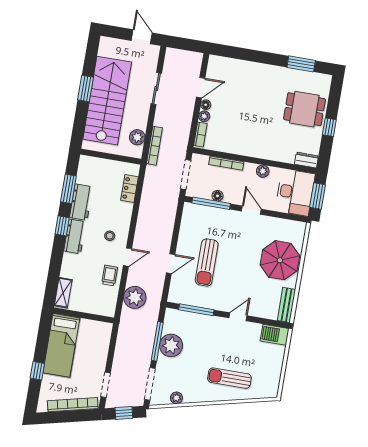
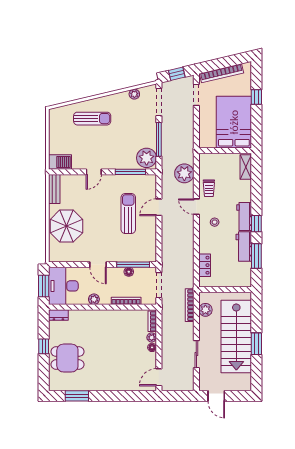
door: (201, 88) -> (159, 377), moved
door: (127, 257) -> (196, 207), hinge flipped
bed: (61, 345) -> (234, 122), width x1.50
plant: (171, 345) -> (147, 158), moved

